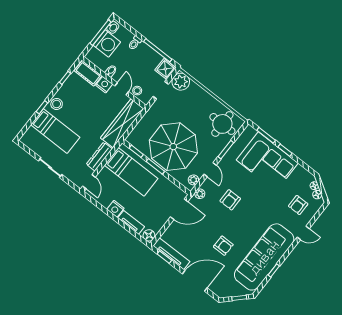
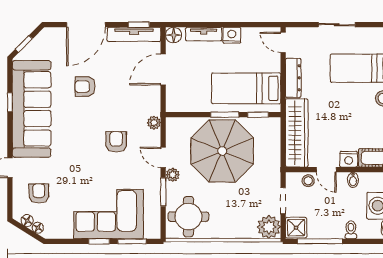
plant: (193, 180) -> (173, 175), moved
door: (179, 209) -> (163, 69), moved

